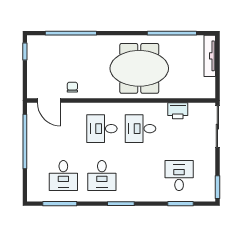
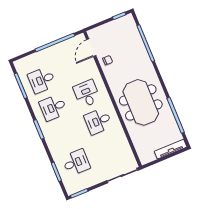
printer: (178, 111) -> (122, 142), removed
desk: (140, 129) -> (98, 121), turned -90

